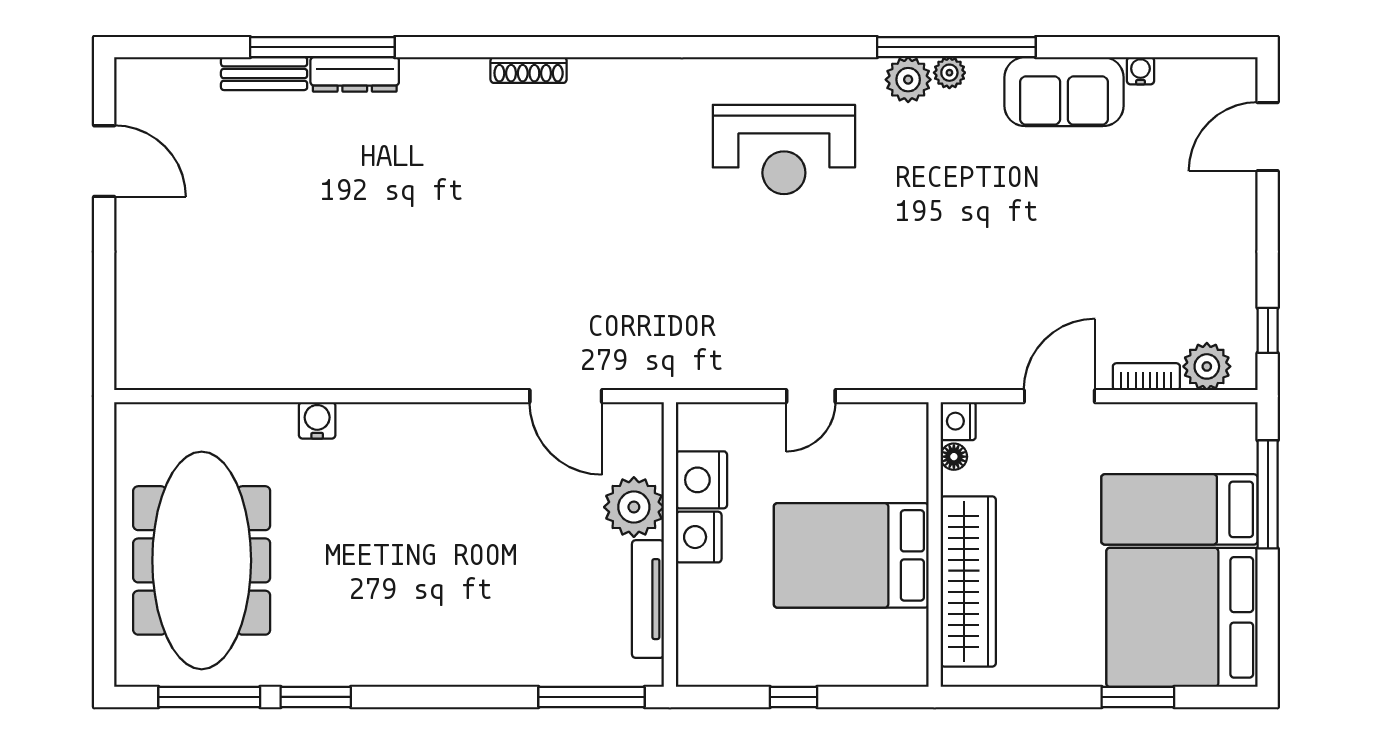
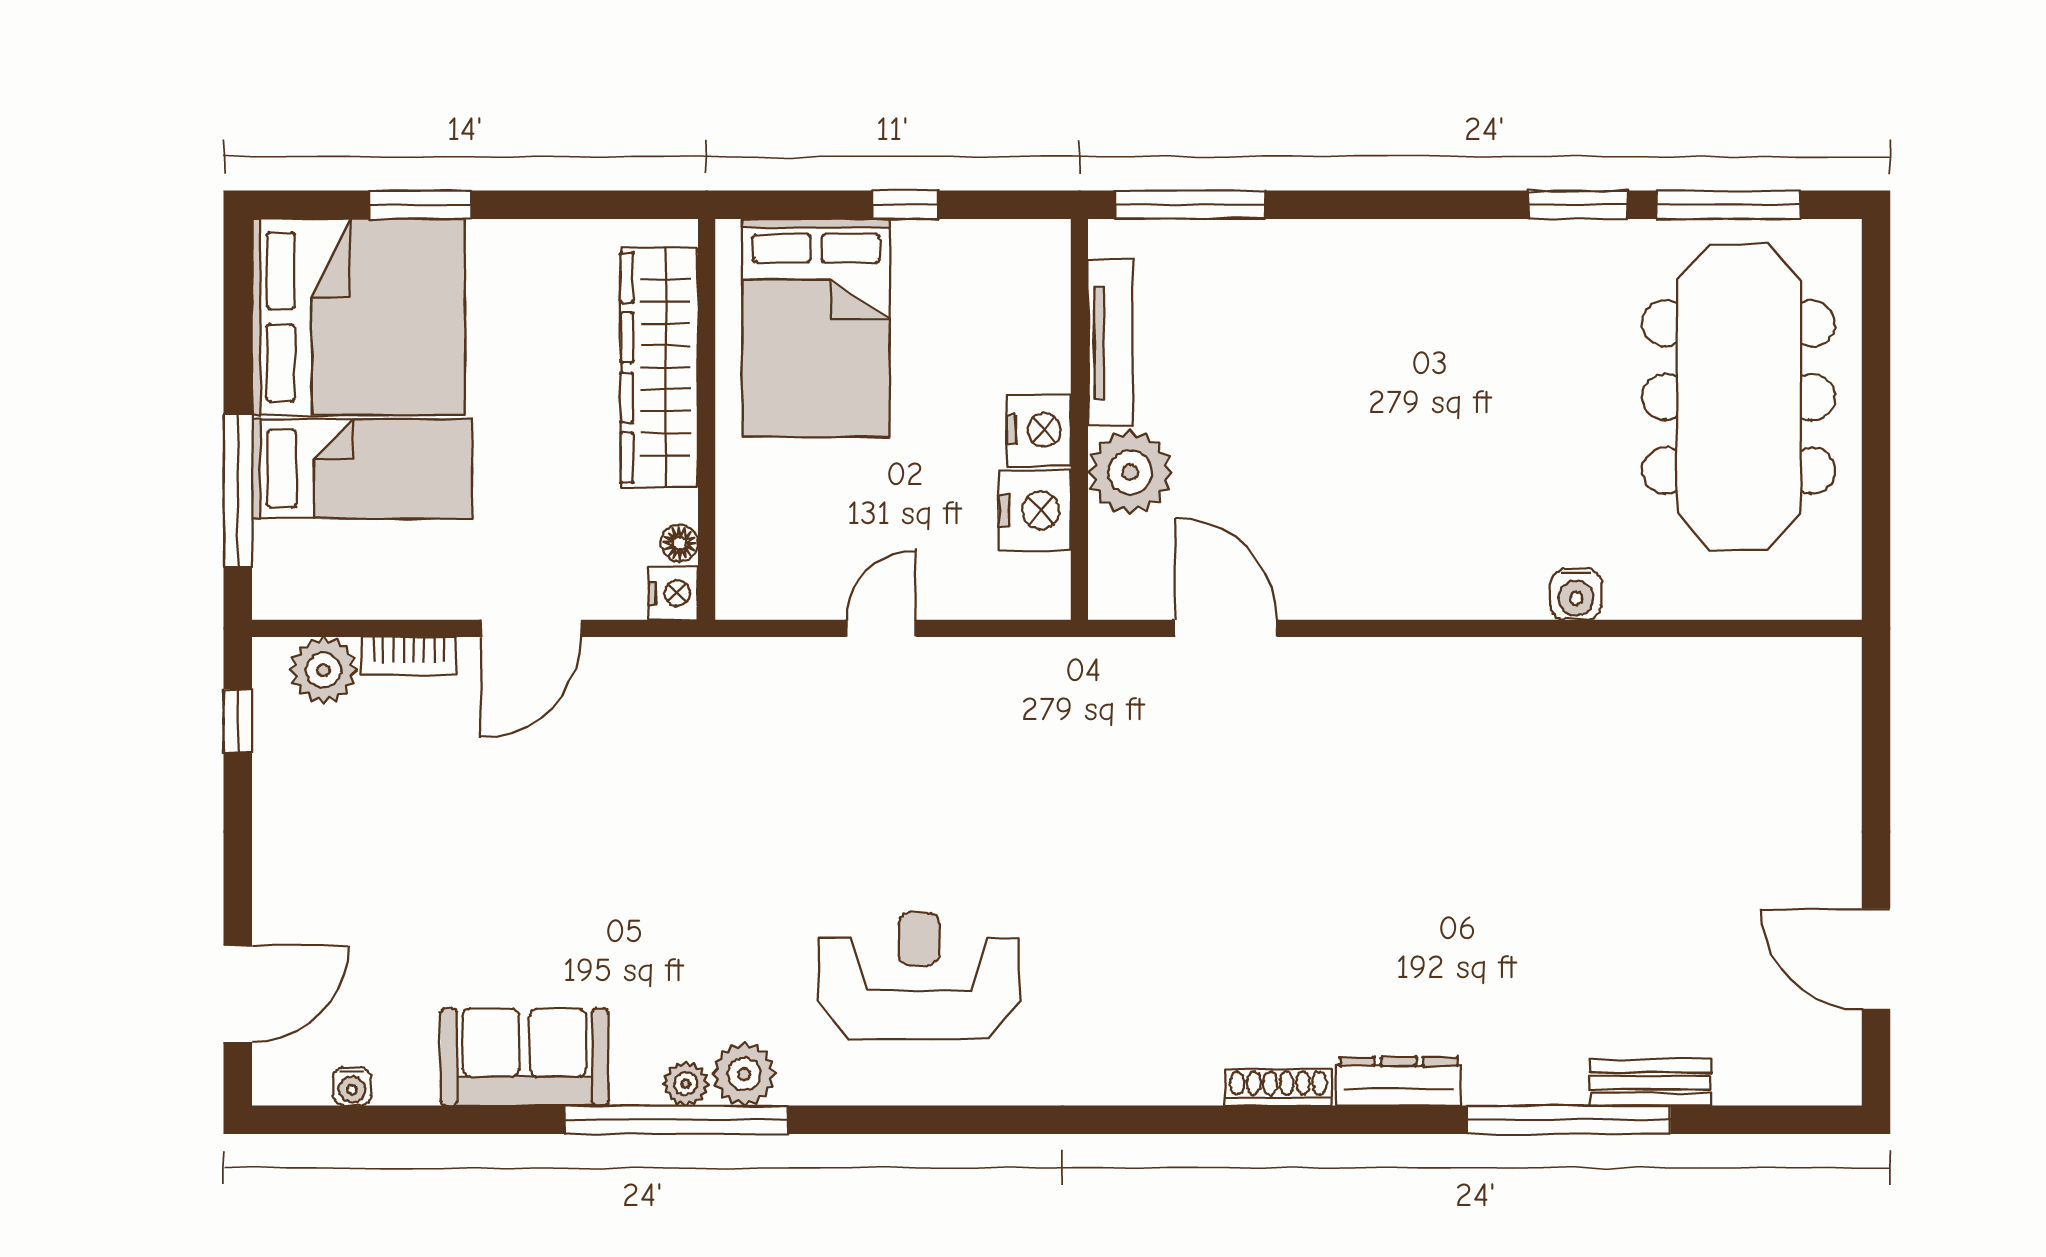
water cooler: (1140, 71) -> (352, 1087), moved
dresser: (355, 74) -> (1399, 1081), moved
bed: (851, 555) -> (816, 328), moved, turned 90

